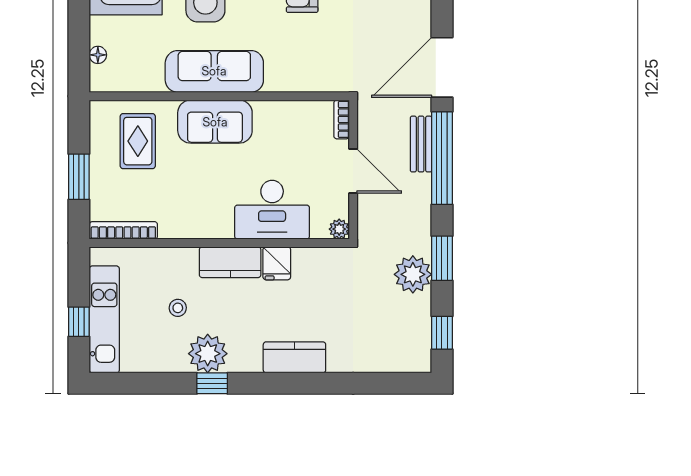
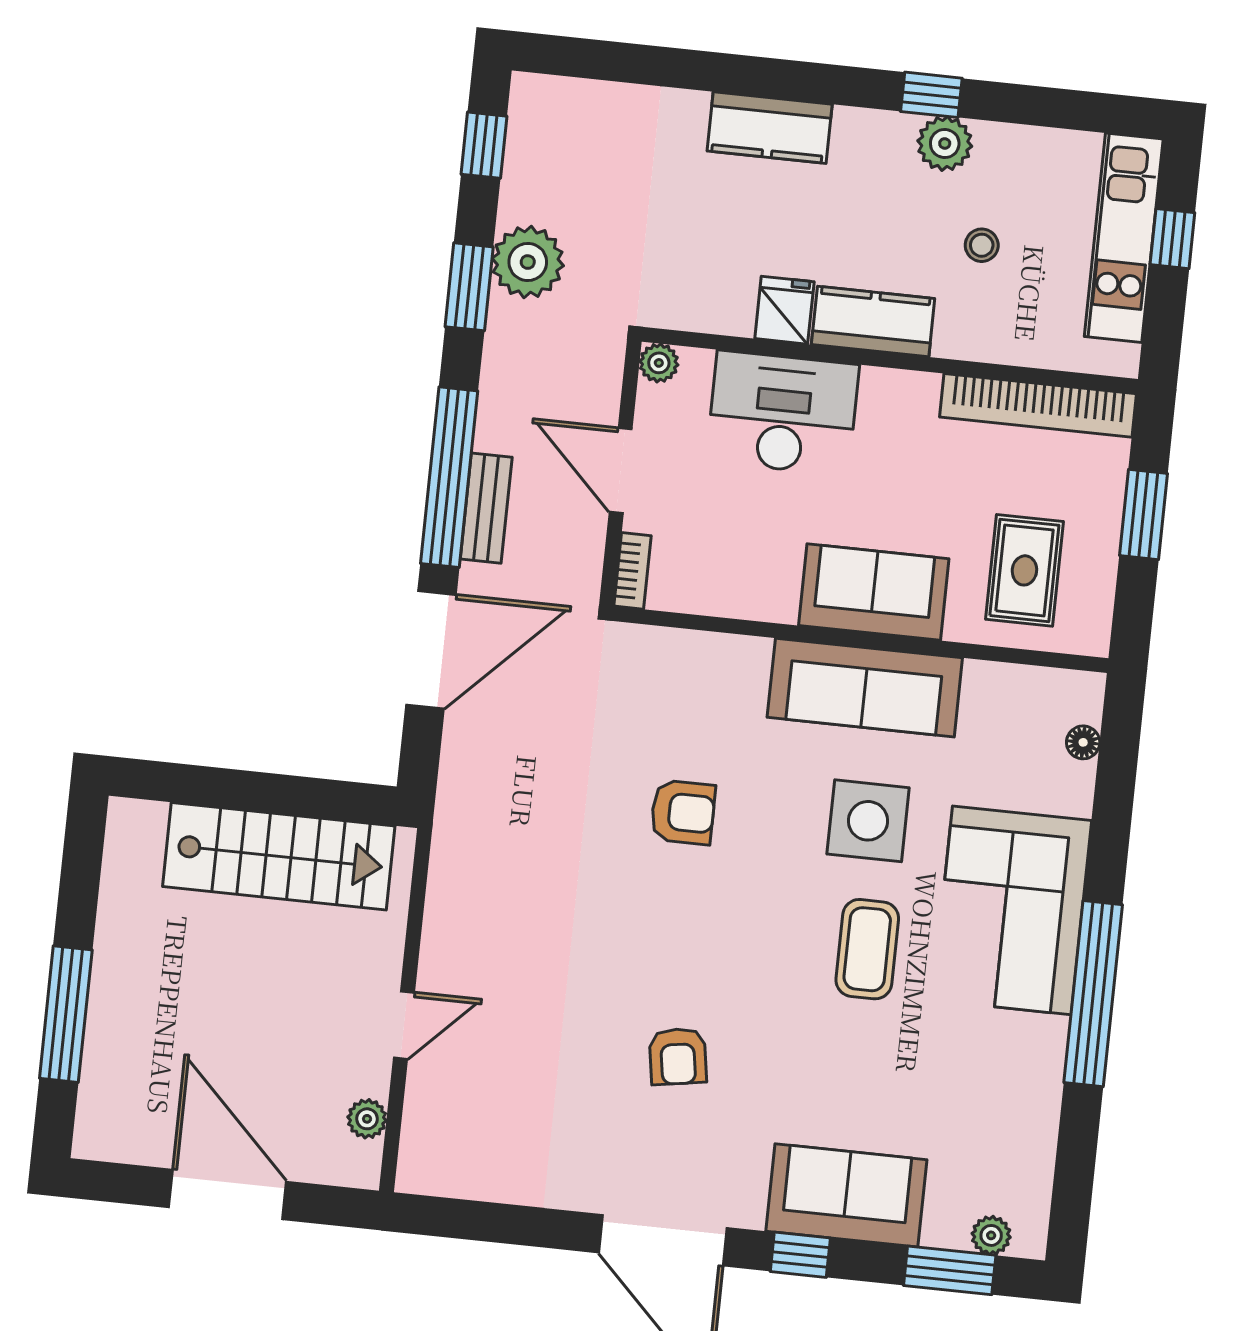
bookcase: (123, 230) -> (1038, 405), width x1.48, depth x1.31
plant: (208, 354) -> (945, 143), width x0.73, depth x0.73

